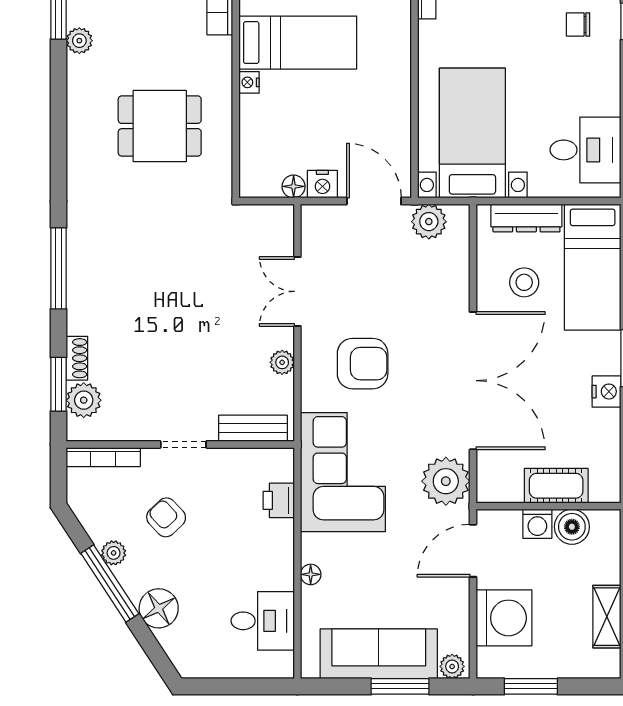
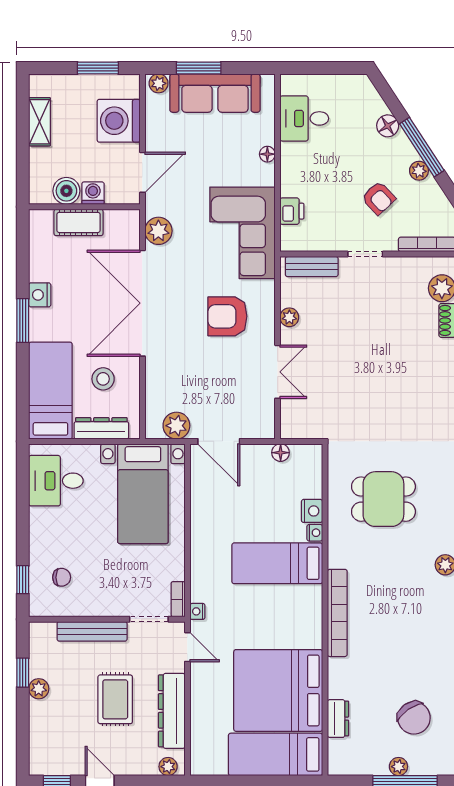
nightstand: (322, 184) -> (312, 511), moved, turned 90
plant: (446, 481) -> (158, 231), width x0.73, depth x0.73
floor lamp: (159, 608) -> (388, 126), width x0.73, depth x0.73

